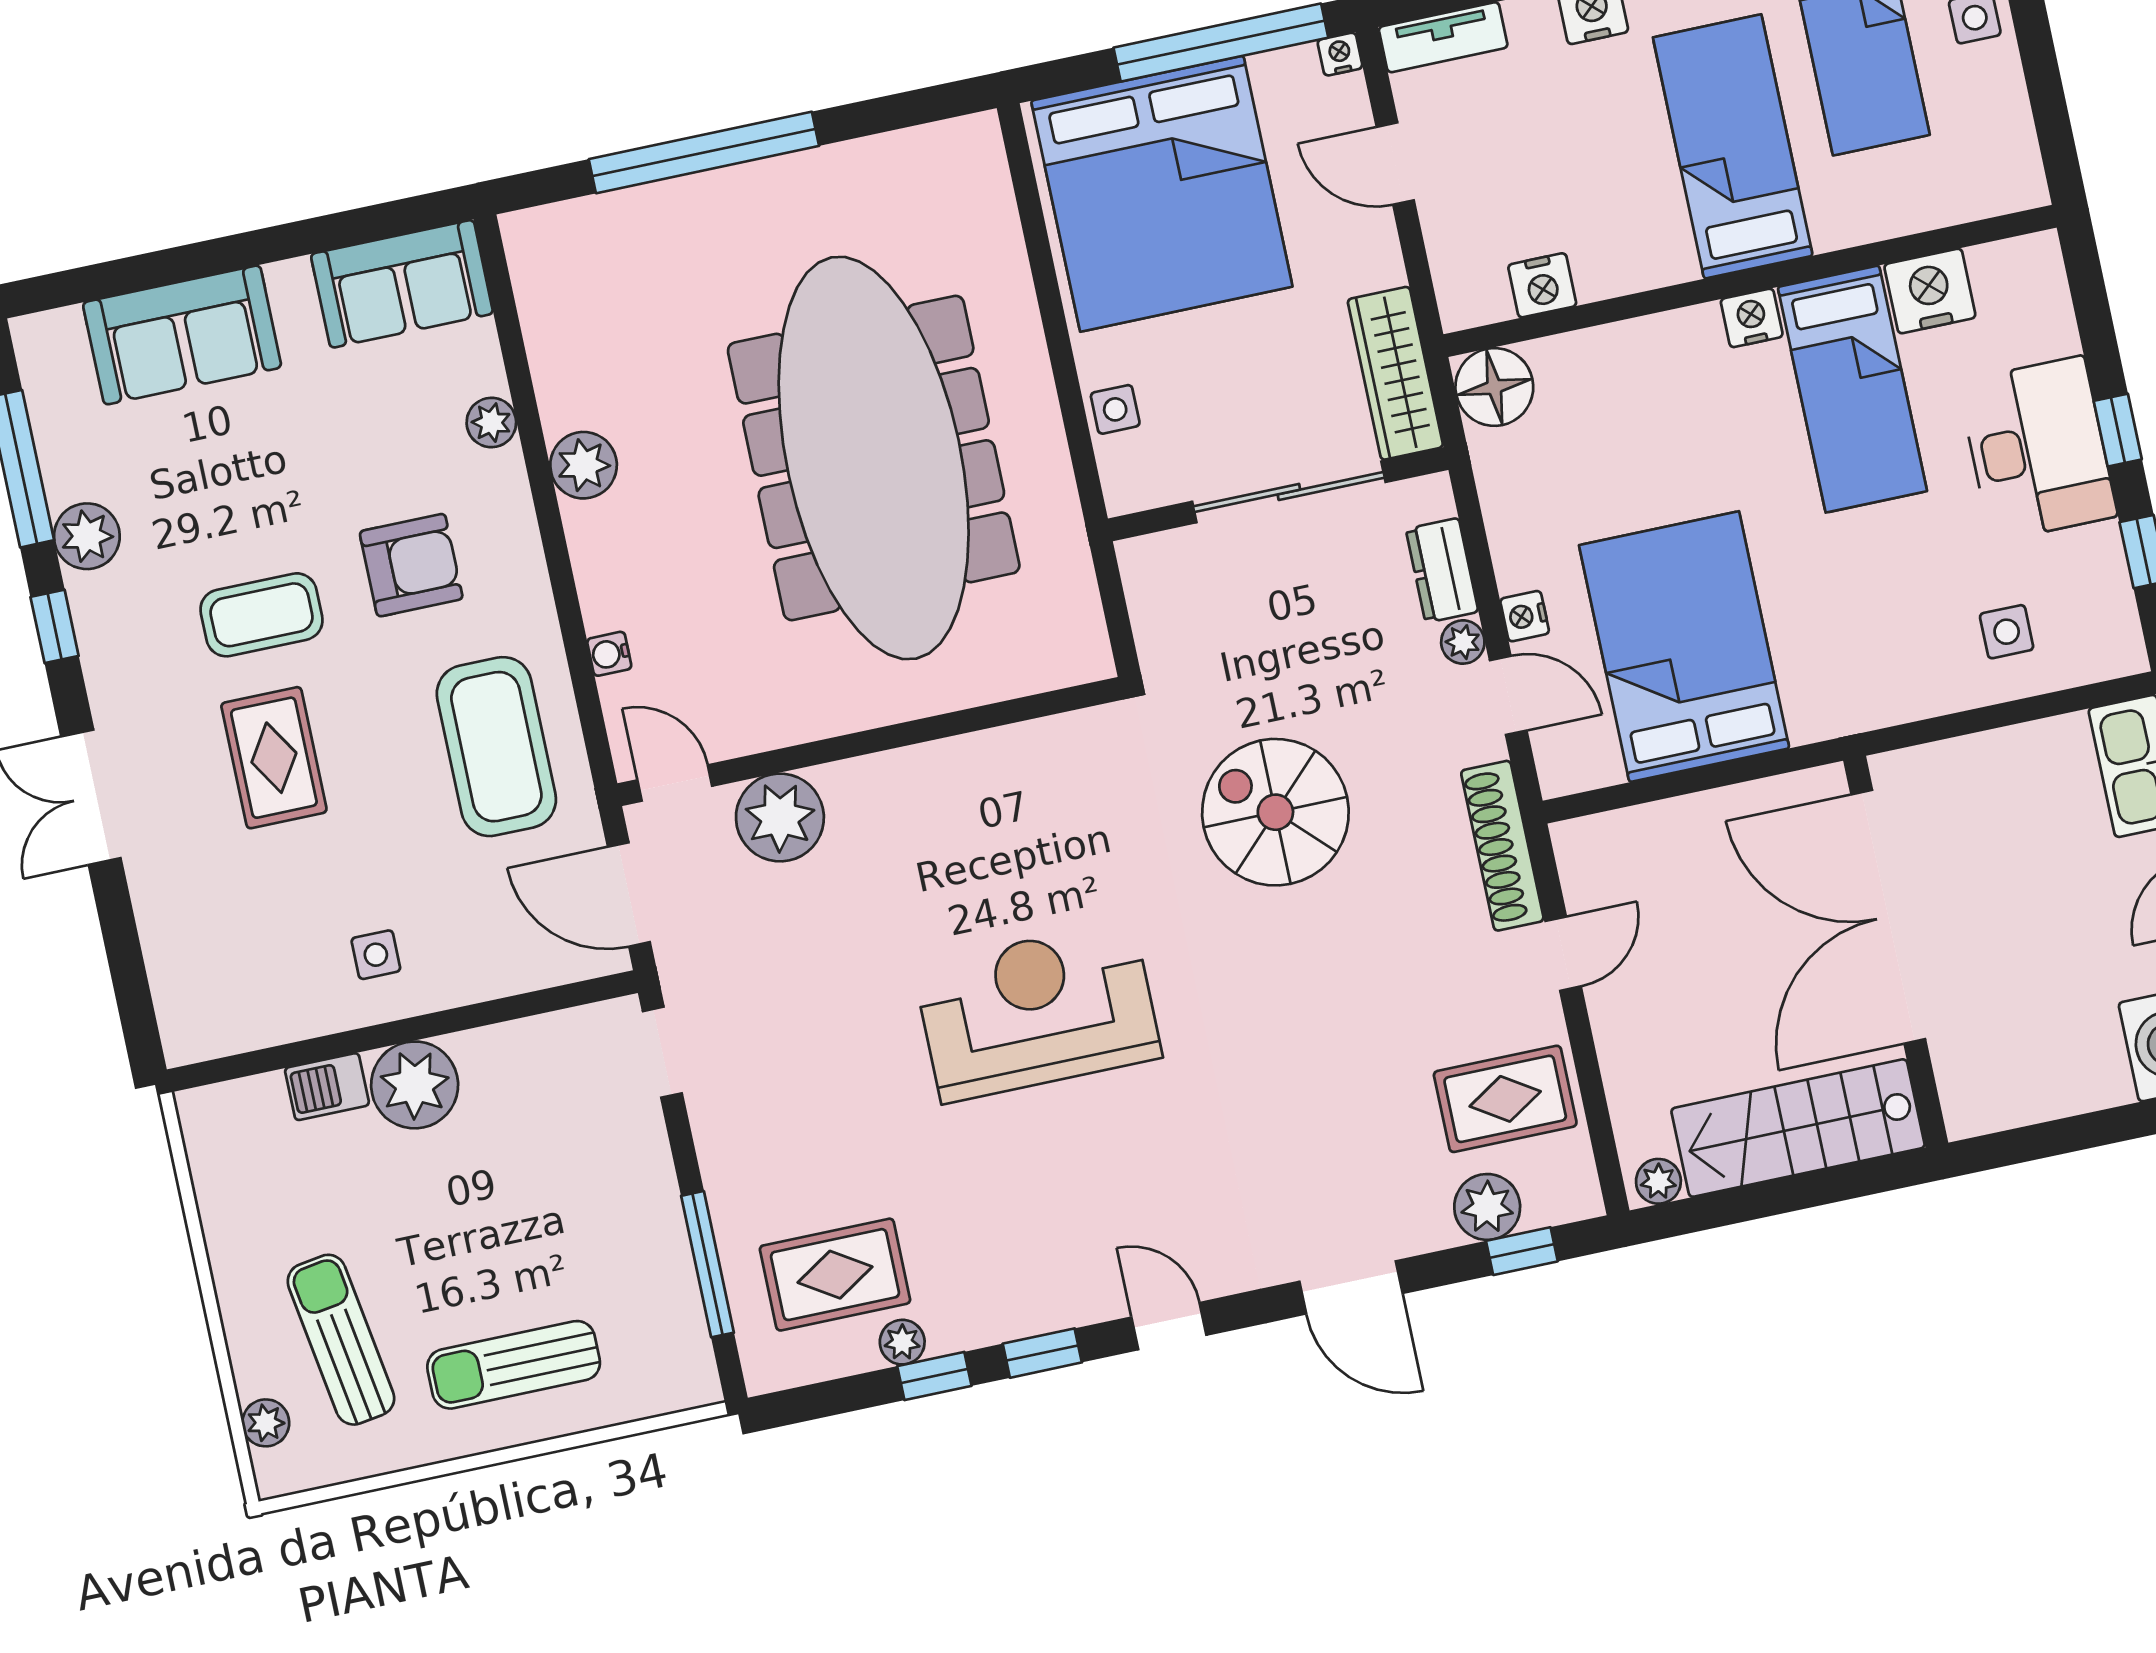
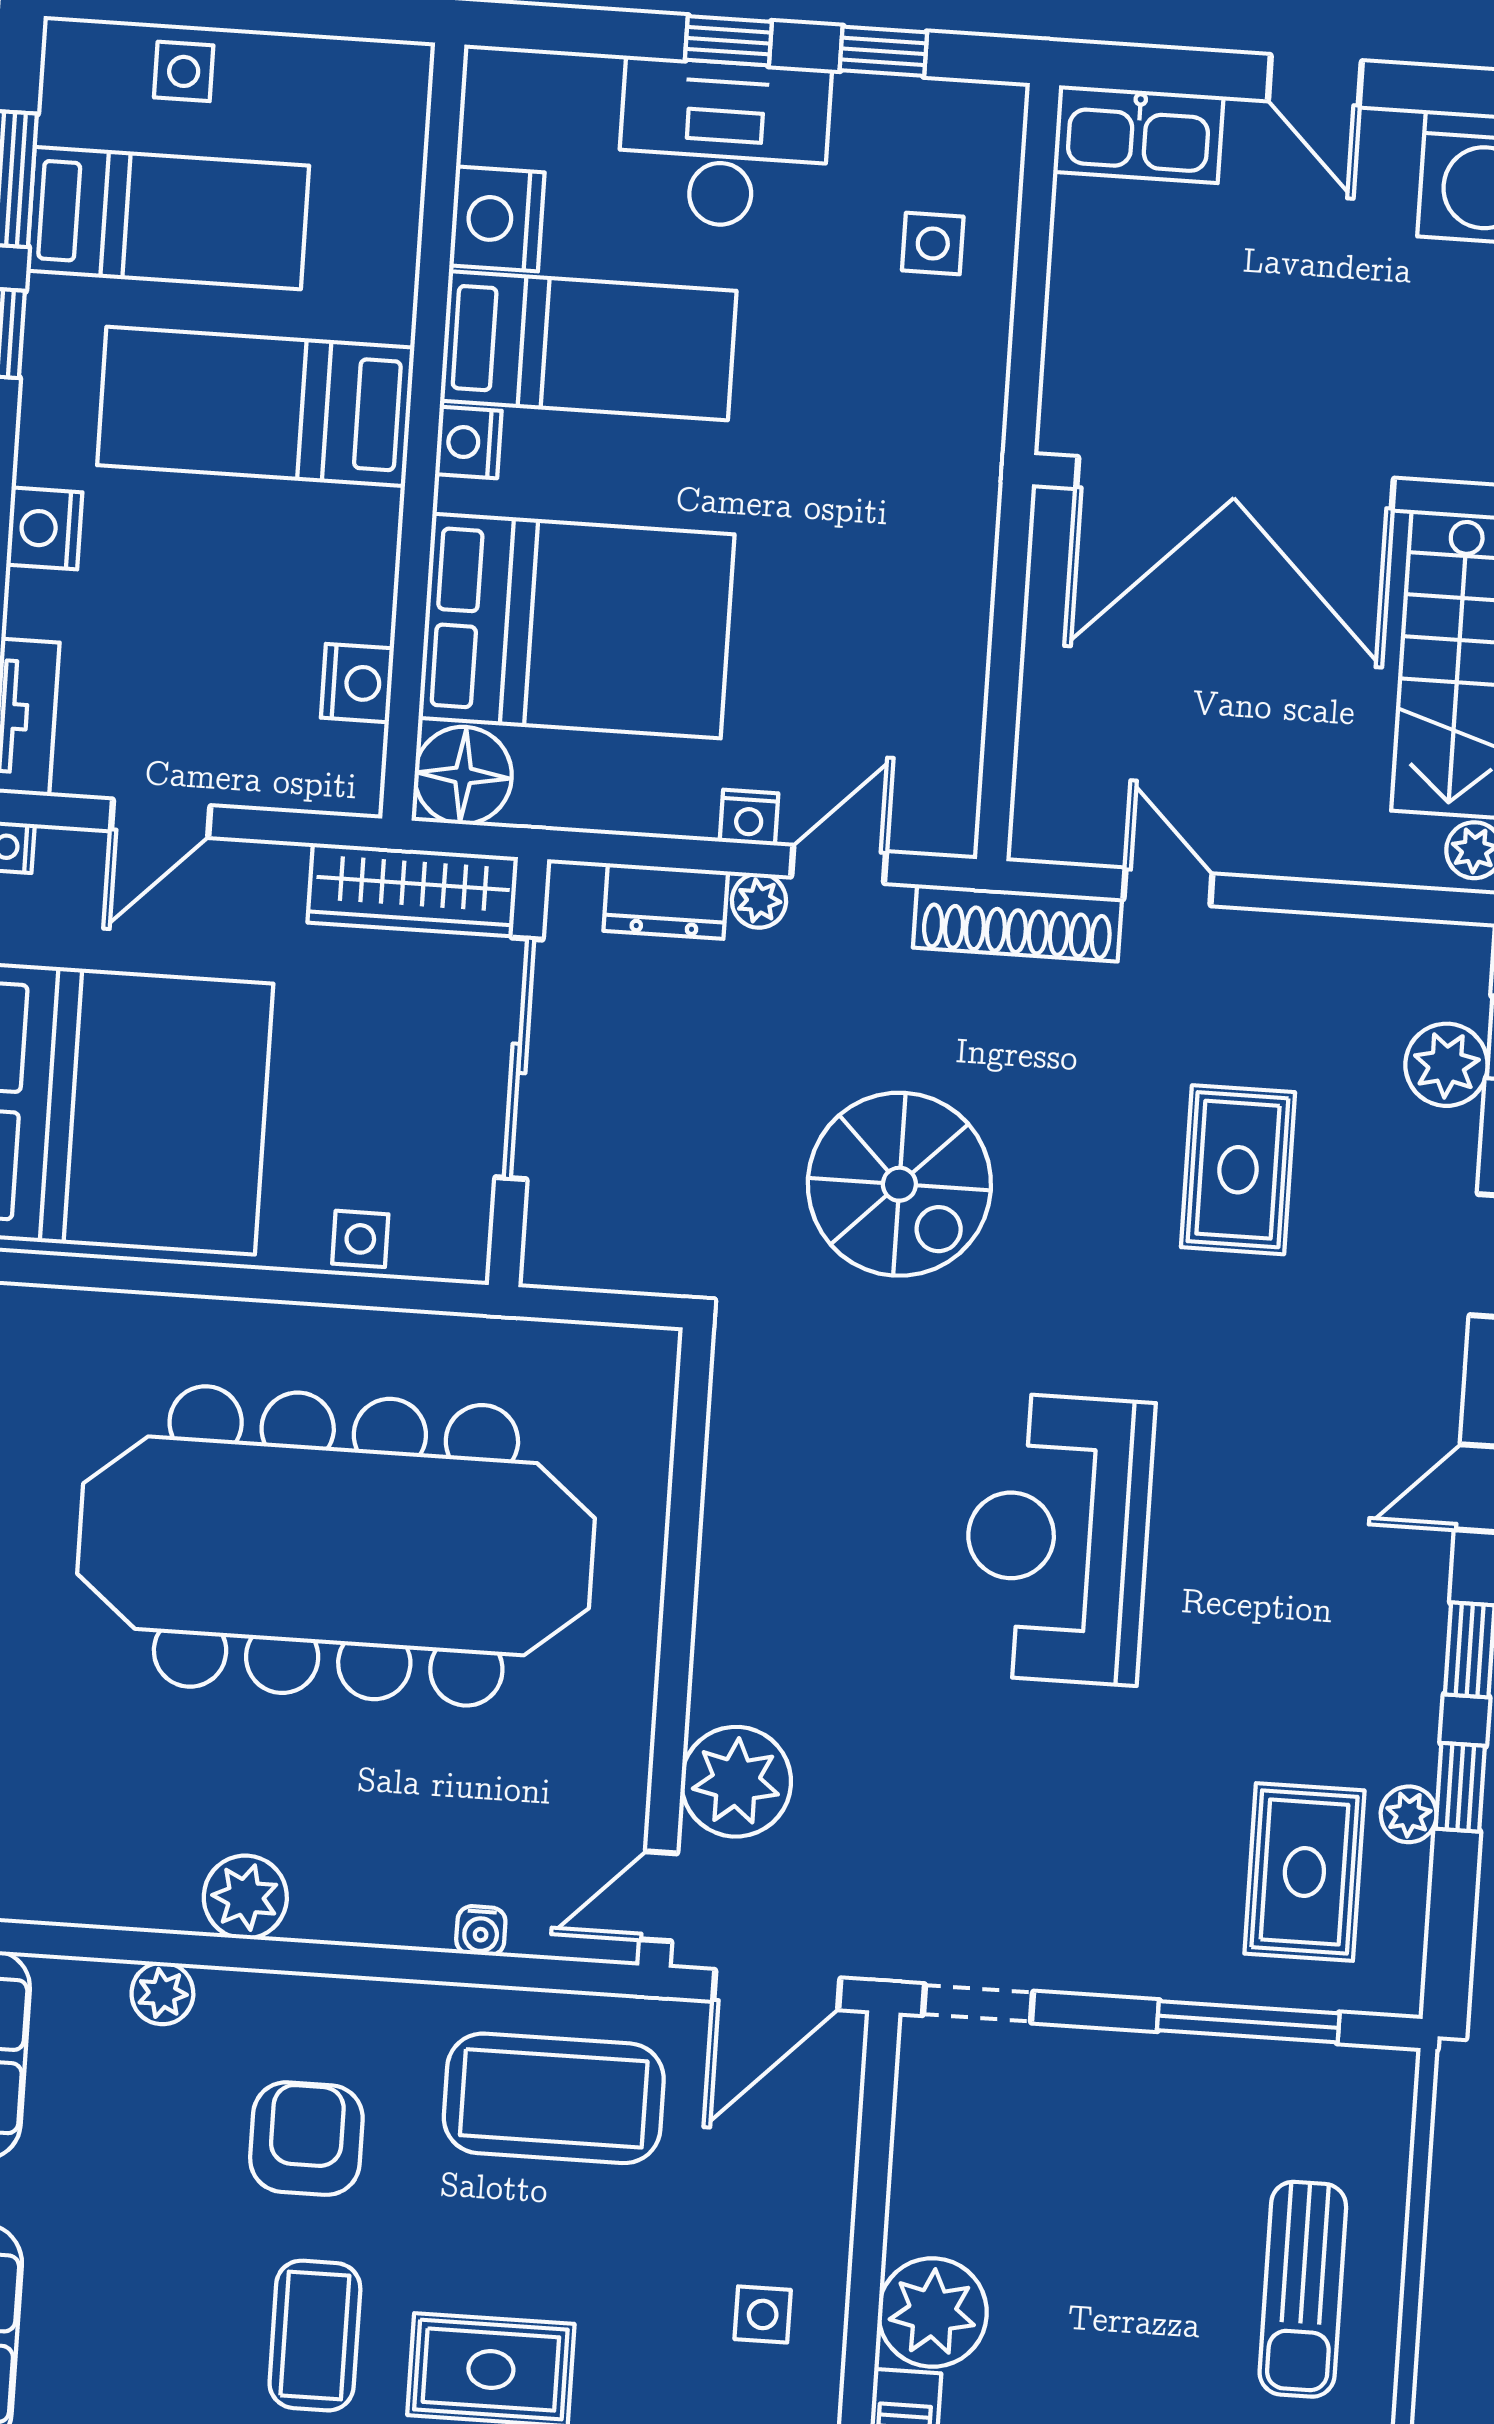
bed: (1684, 647) -> (576, 626), moved, turned 180
spiral stairs: (1275, 812) -> (899, 1184), turned -90
rug: (1505, 1099) -> (1238, 1170), moved

